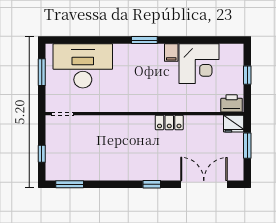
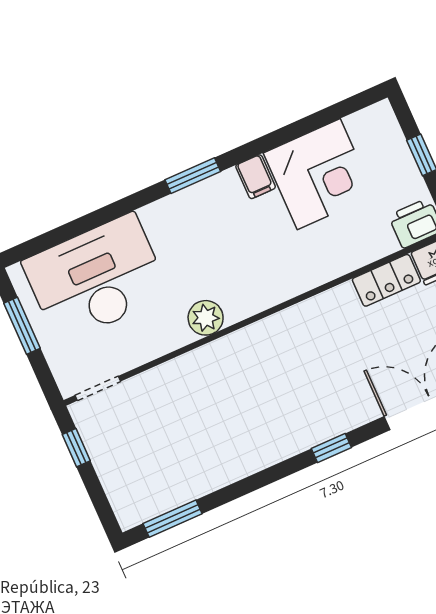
plant: (123, 104) -> (206, 318), added
locker: (169, 123) -> (386, 280), moved
window: (42, 154) -> (76, 448), moved

